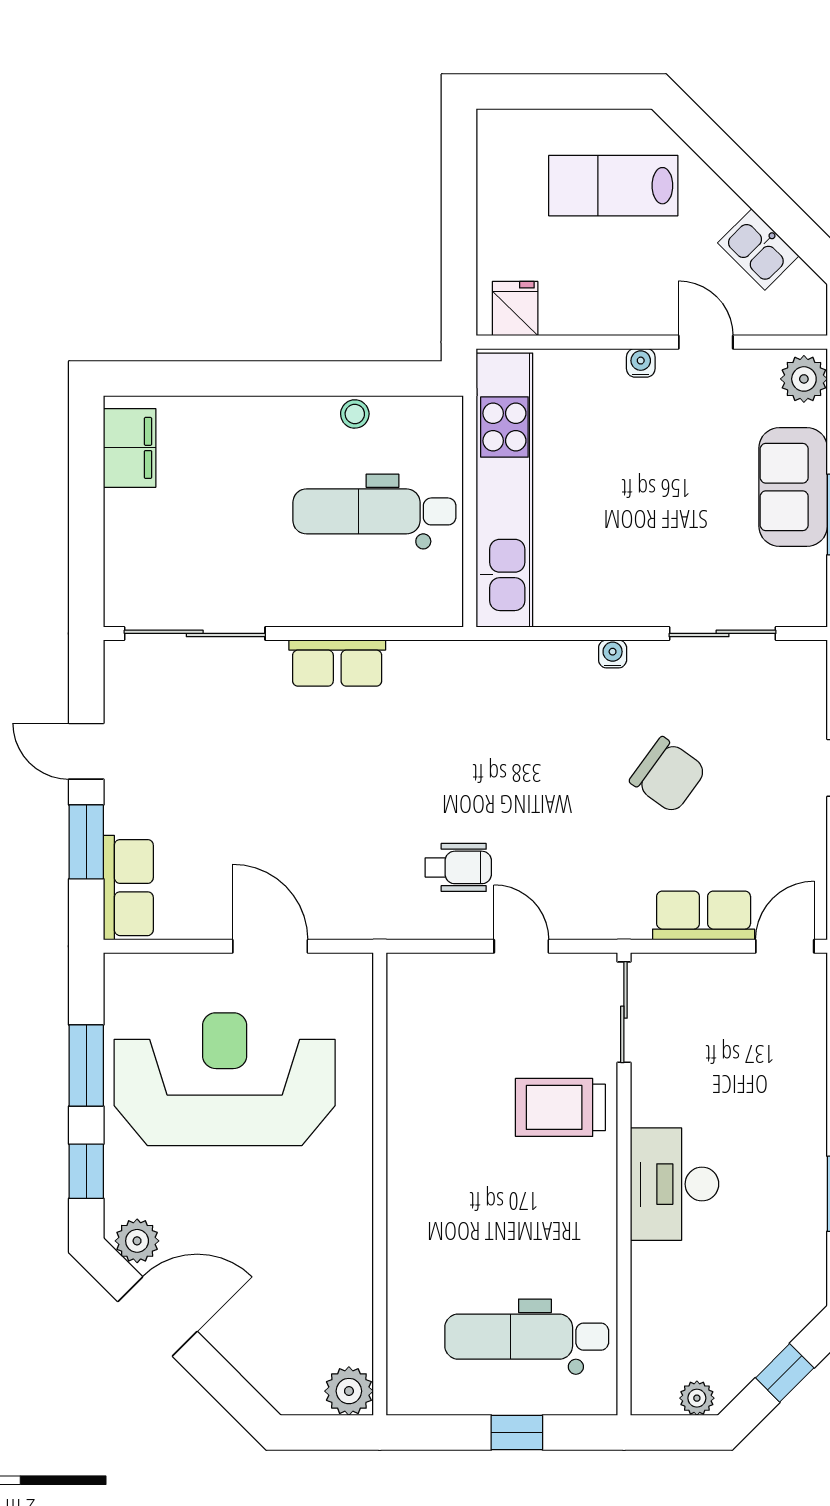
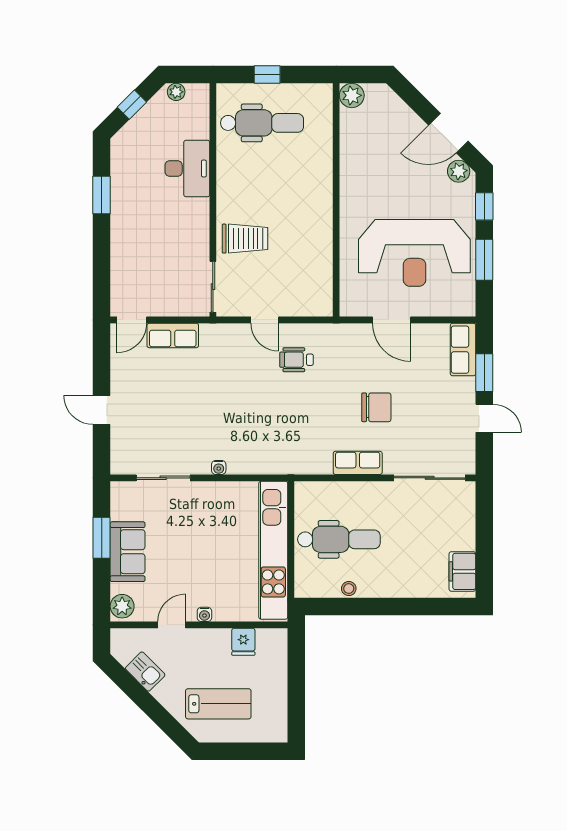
fridge: (515, 309) -> (243, 642), moved
door: (706, 342) -> (172, 625), swing flipped
chair: (668, 775) -> (376, 407), moved, turned 144
desk: (675, 1184) -> (187, 168), moved

